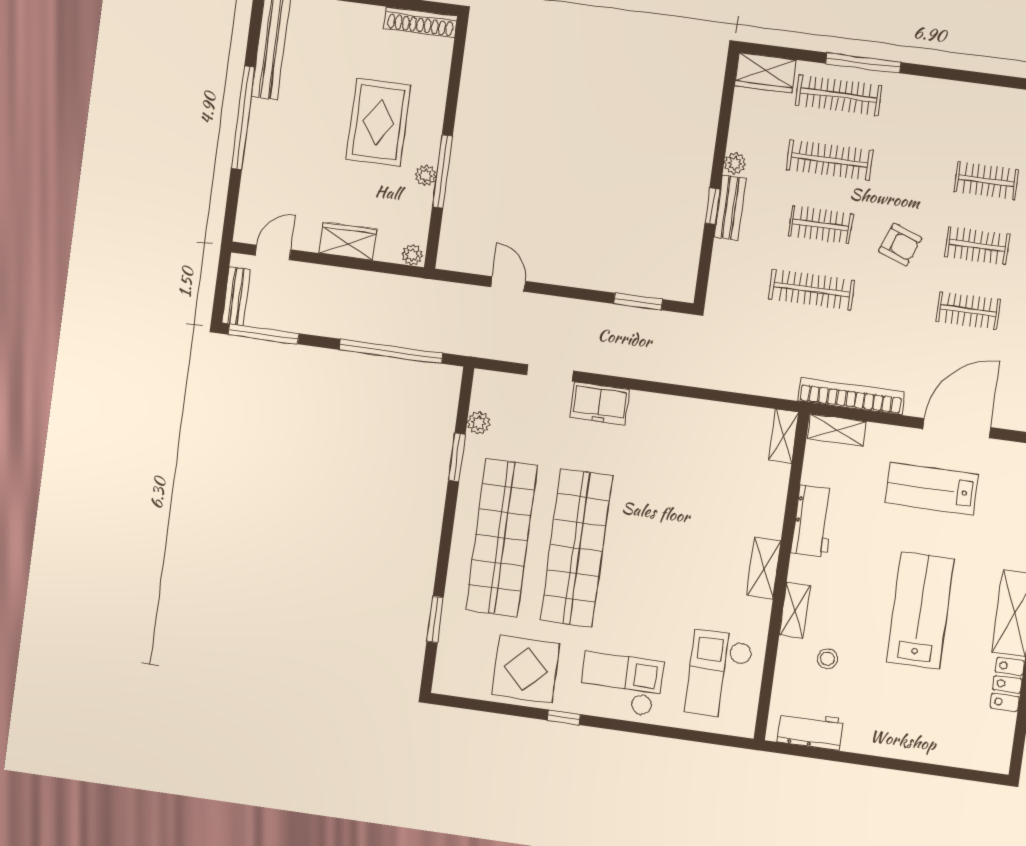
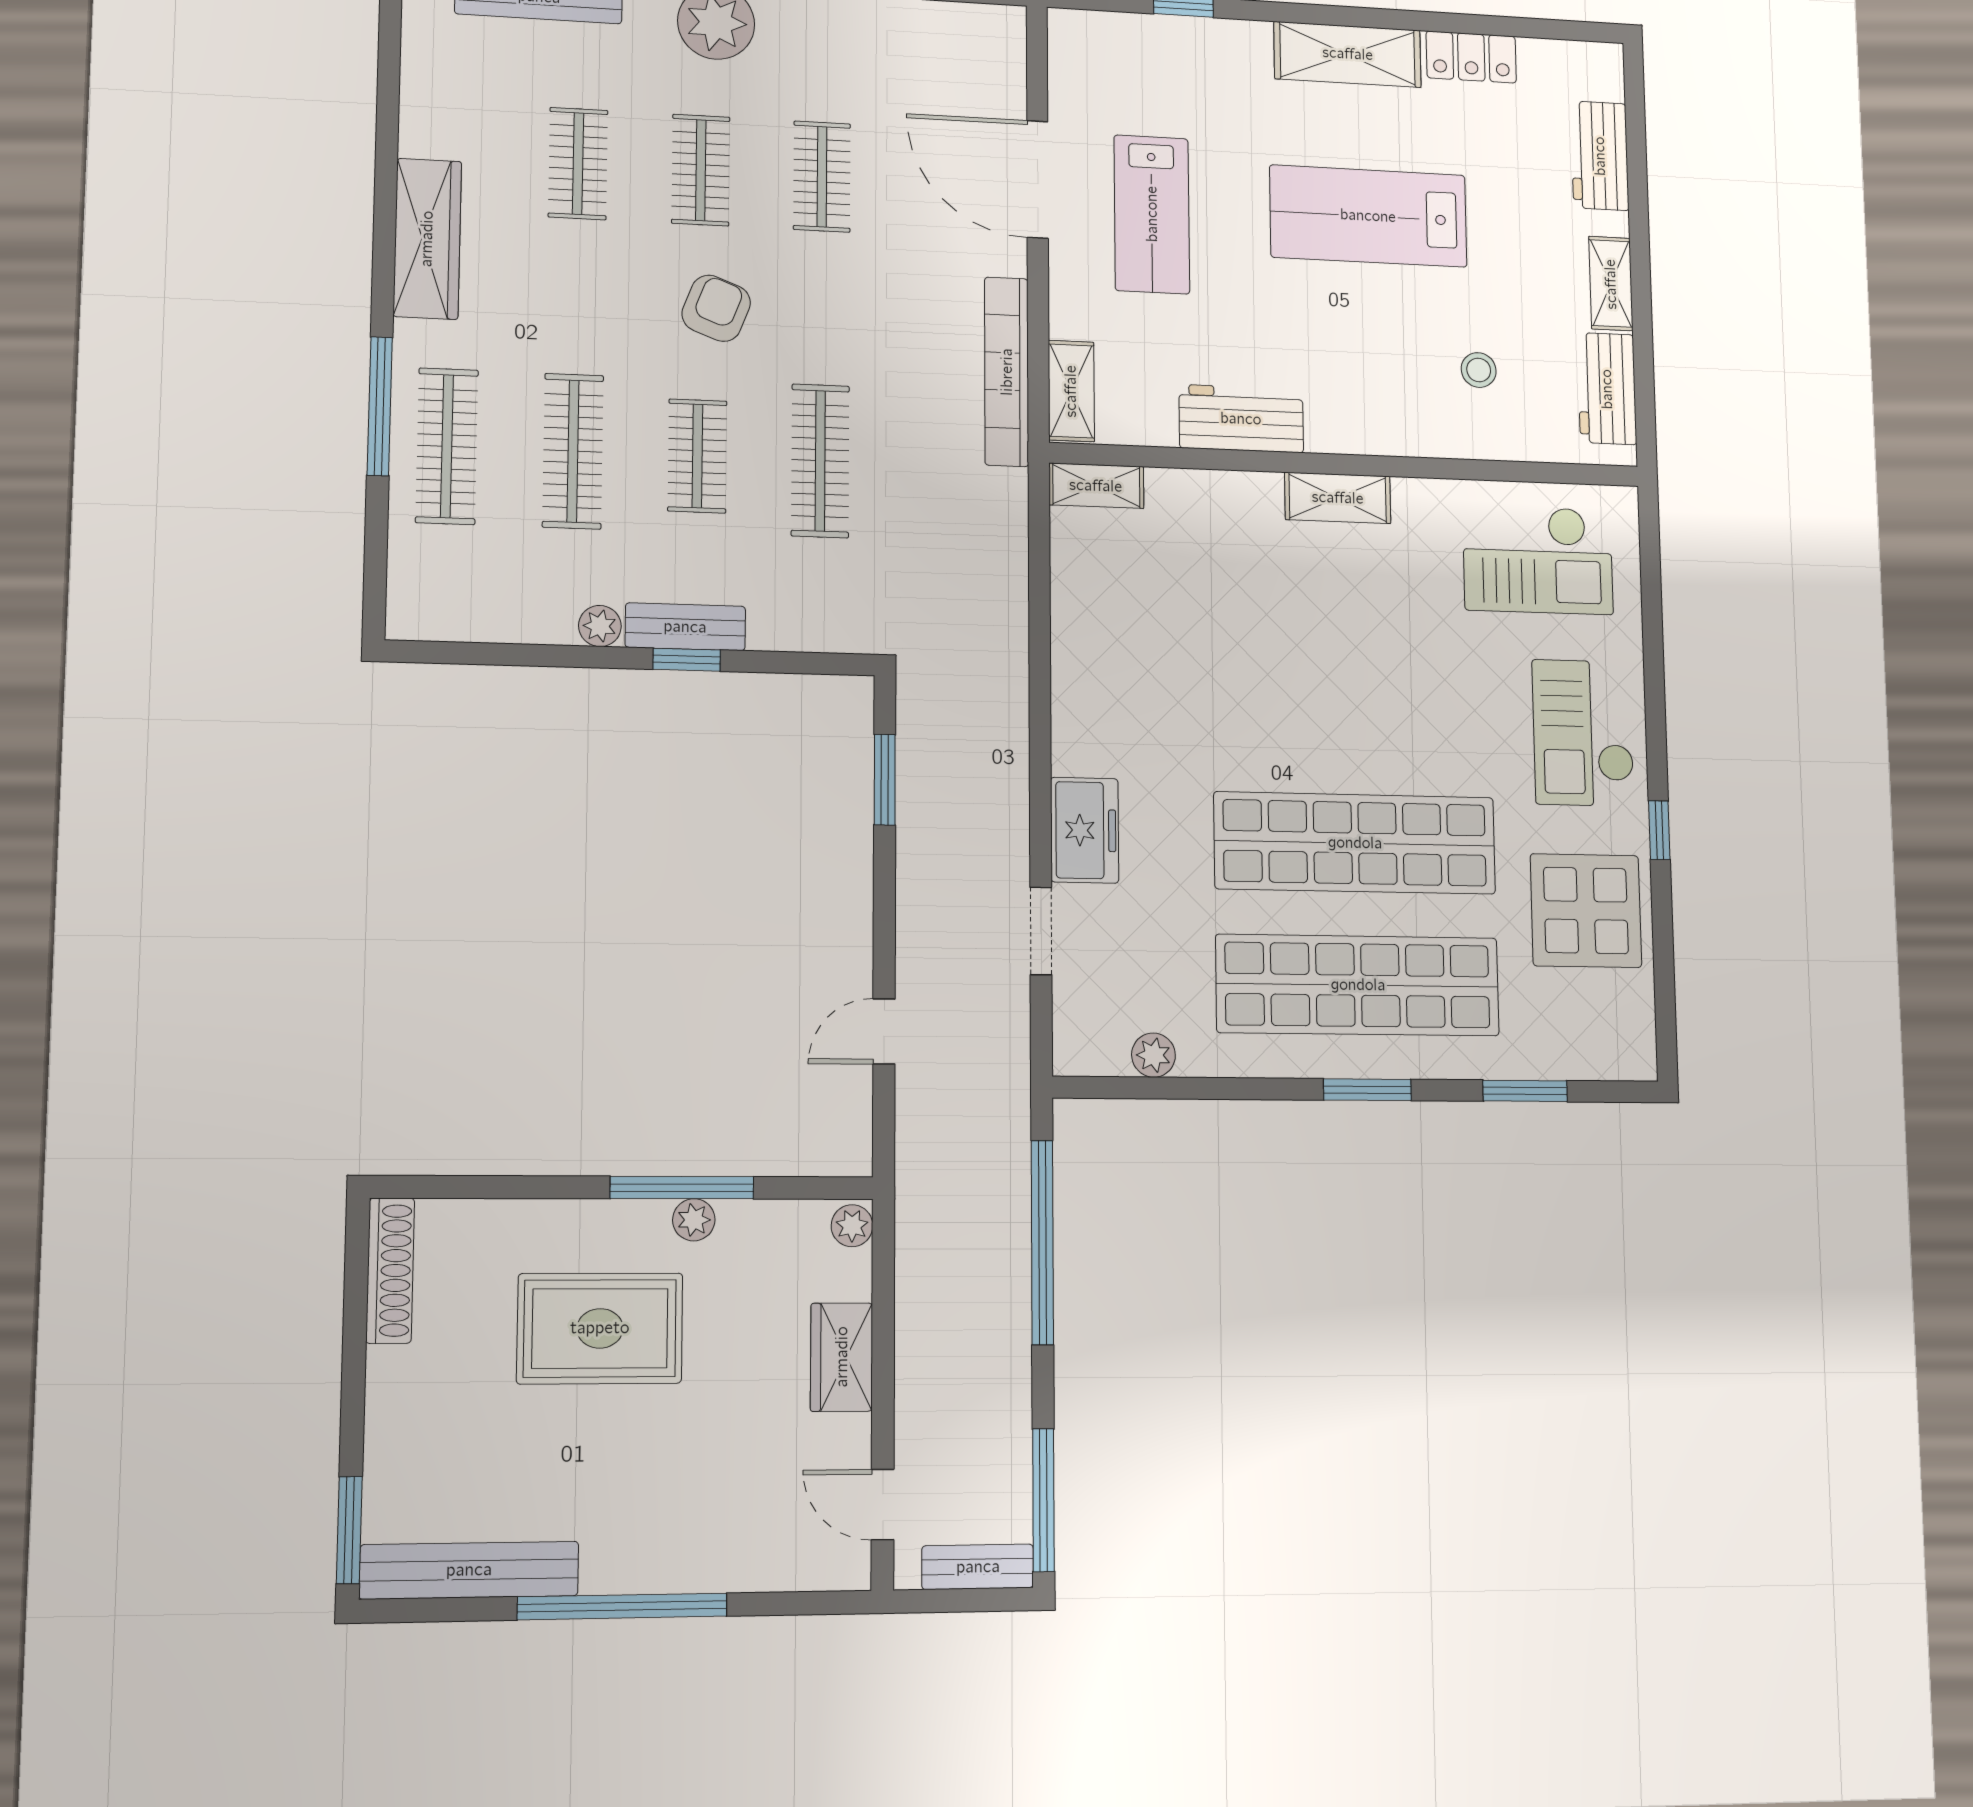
wardrobe: (765, 73) -> (427, 239), moved, width x1.50
window: (457, 457) -> (1367, 1090), moved
shelving: (795, 610) -> (1611, 284), moved, turned 90
workbench: (944, 749) -> (1600, 156), added

